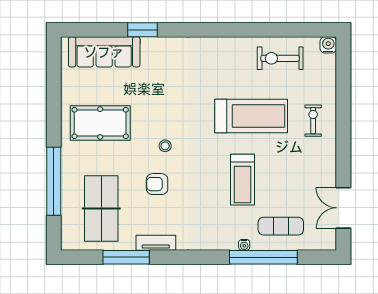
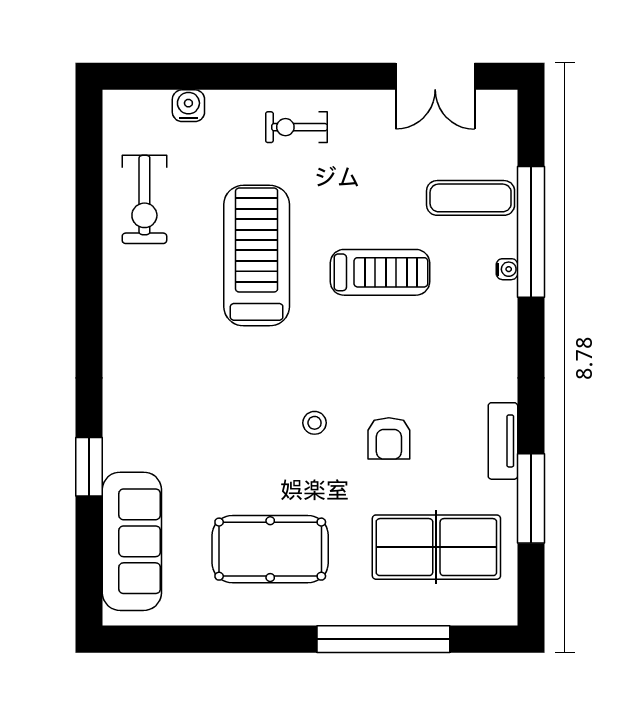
water cooler: (328, 45) -> (188, 106), moved, turned 90
exercise bike: (313, 121) -> (296, 127), moved
pool table: (100, 123) -> (270, 549), turned 90
exercise mat: (281, 226) -> (471, 198), turned 90

